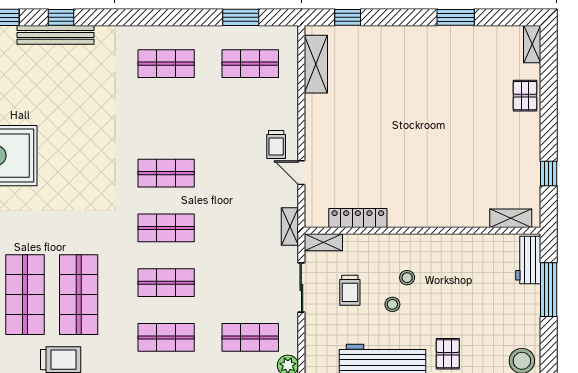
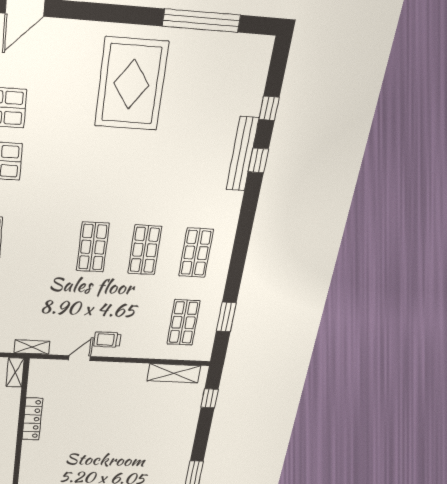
locker: (358, 218) -> (32, 419), moved
shop shelf: (166, 228) -> (145, 250), moved

